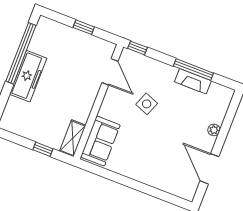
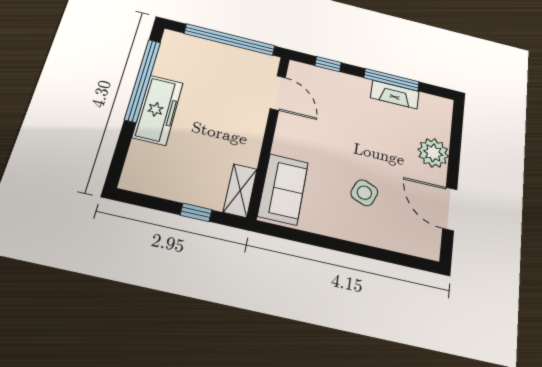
window: (84, 27) -> (230, 40), width x3.17
window: (138, 48) -> (328, 64), moved
side table: (147, 104) -> (364, 193), moved
plant: (214, 130) -> (433, 153), width x1.88, depth x1.88

